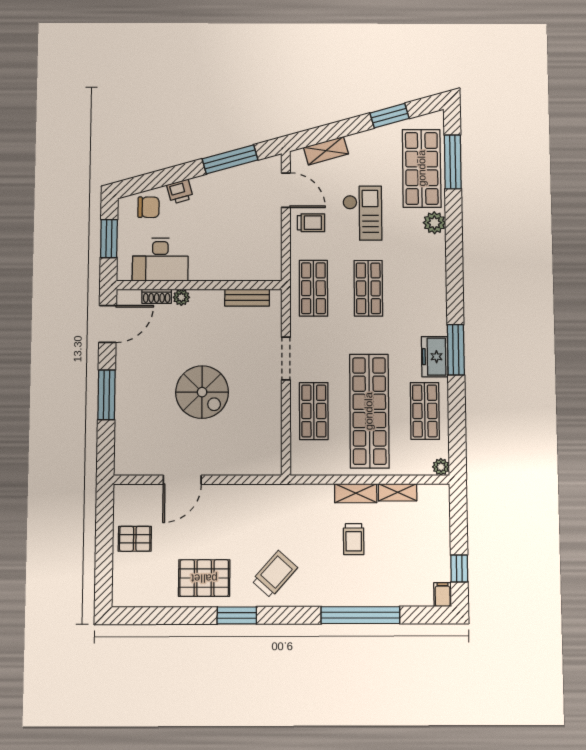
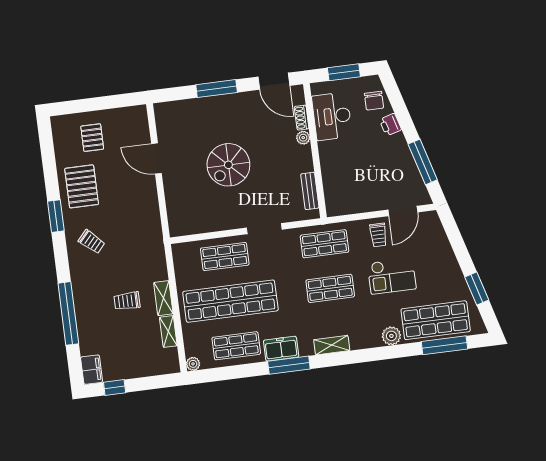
shelving: (326, 151) -> (332, 345), moved, turned -74
pallet: (135, 539) -> (92, 138), moved
trolley: (275, 574) -> (92, 242), width x0.73, depth x0.72
filing cabinet: (443, 595) -> (92, 370), width x2.00

